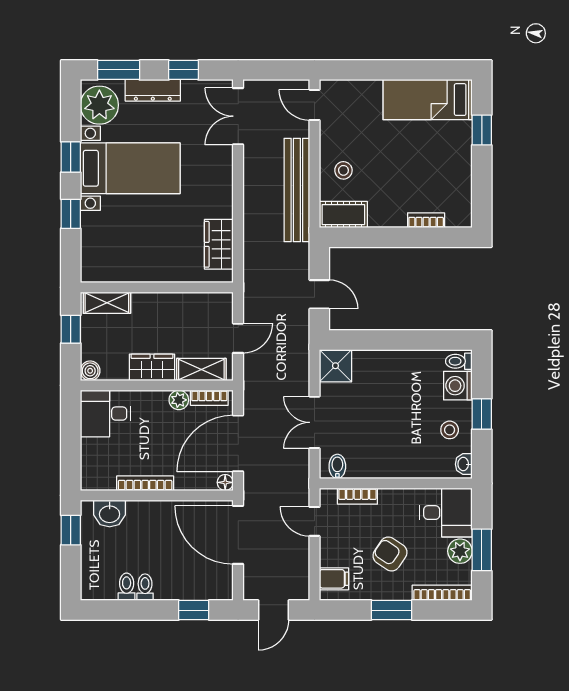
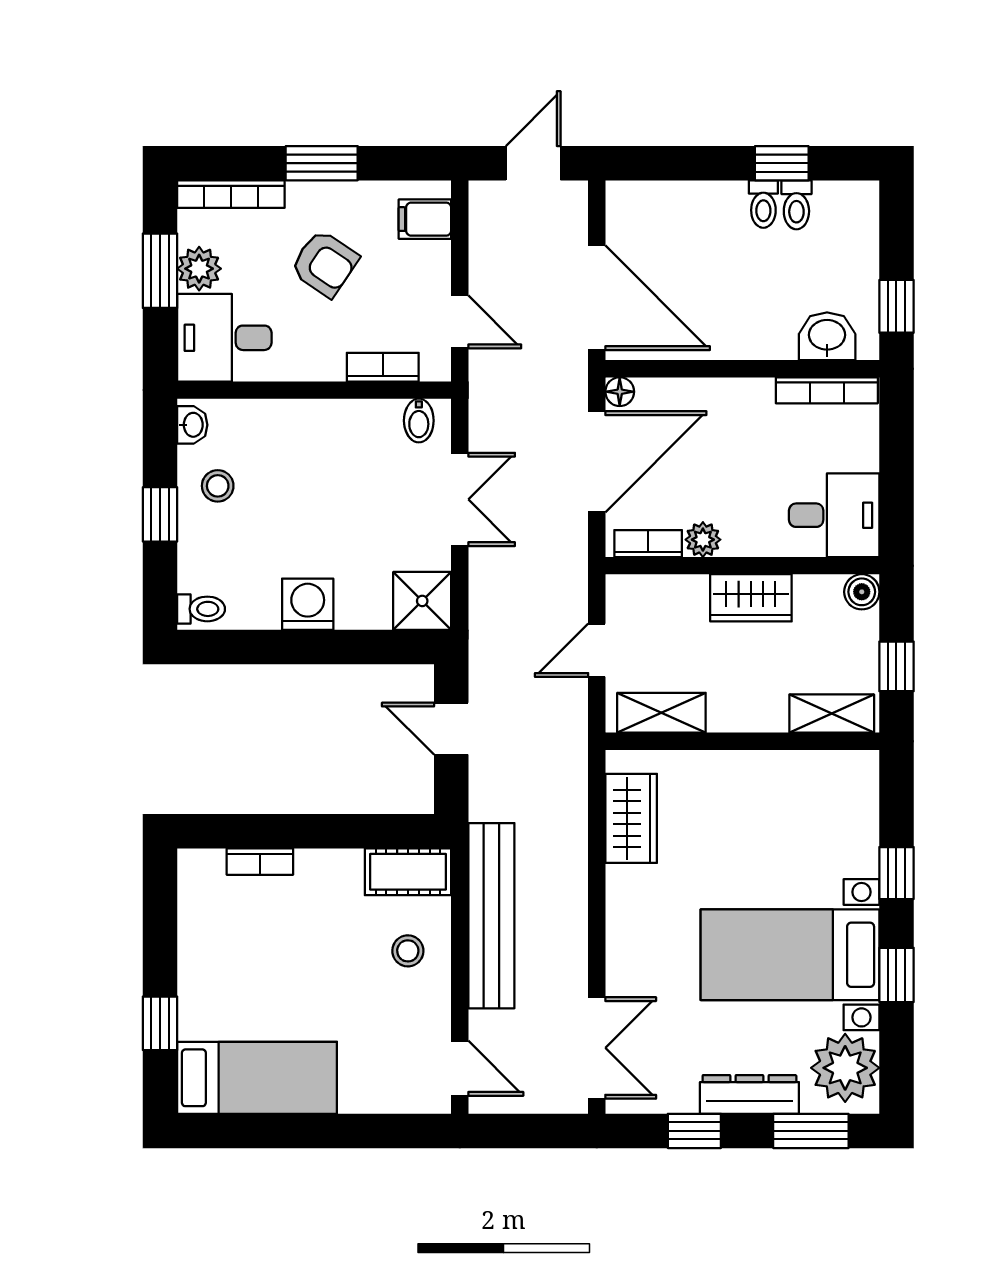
shelving: (201, 369) -> (661, 713), moved
washing machine: (458, 386) -> (308, 604), moved, turned -90
bookcase: (145, 483) -> (827, 390), moved
window: (194, 610) -> (782, 163), moved

